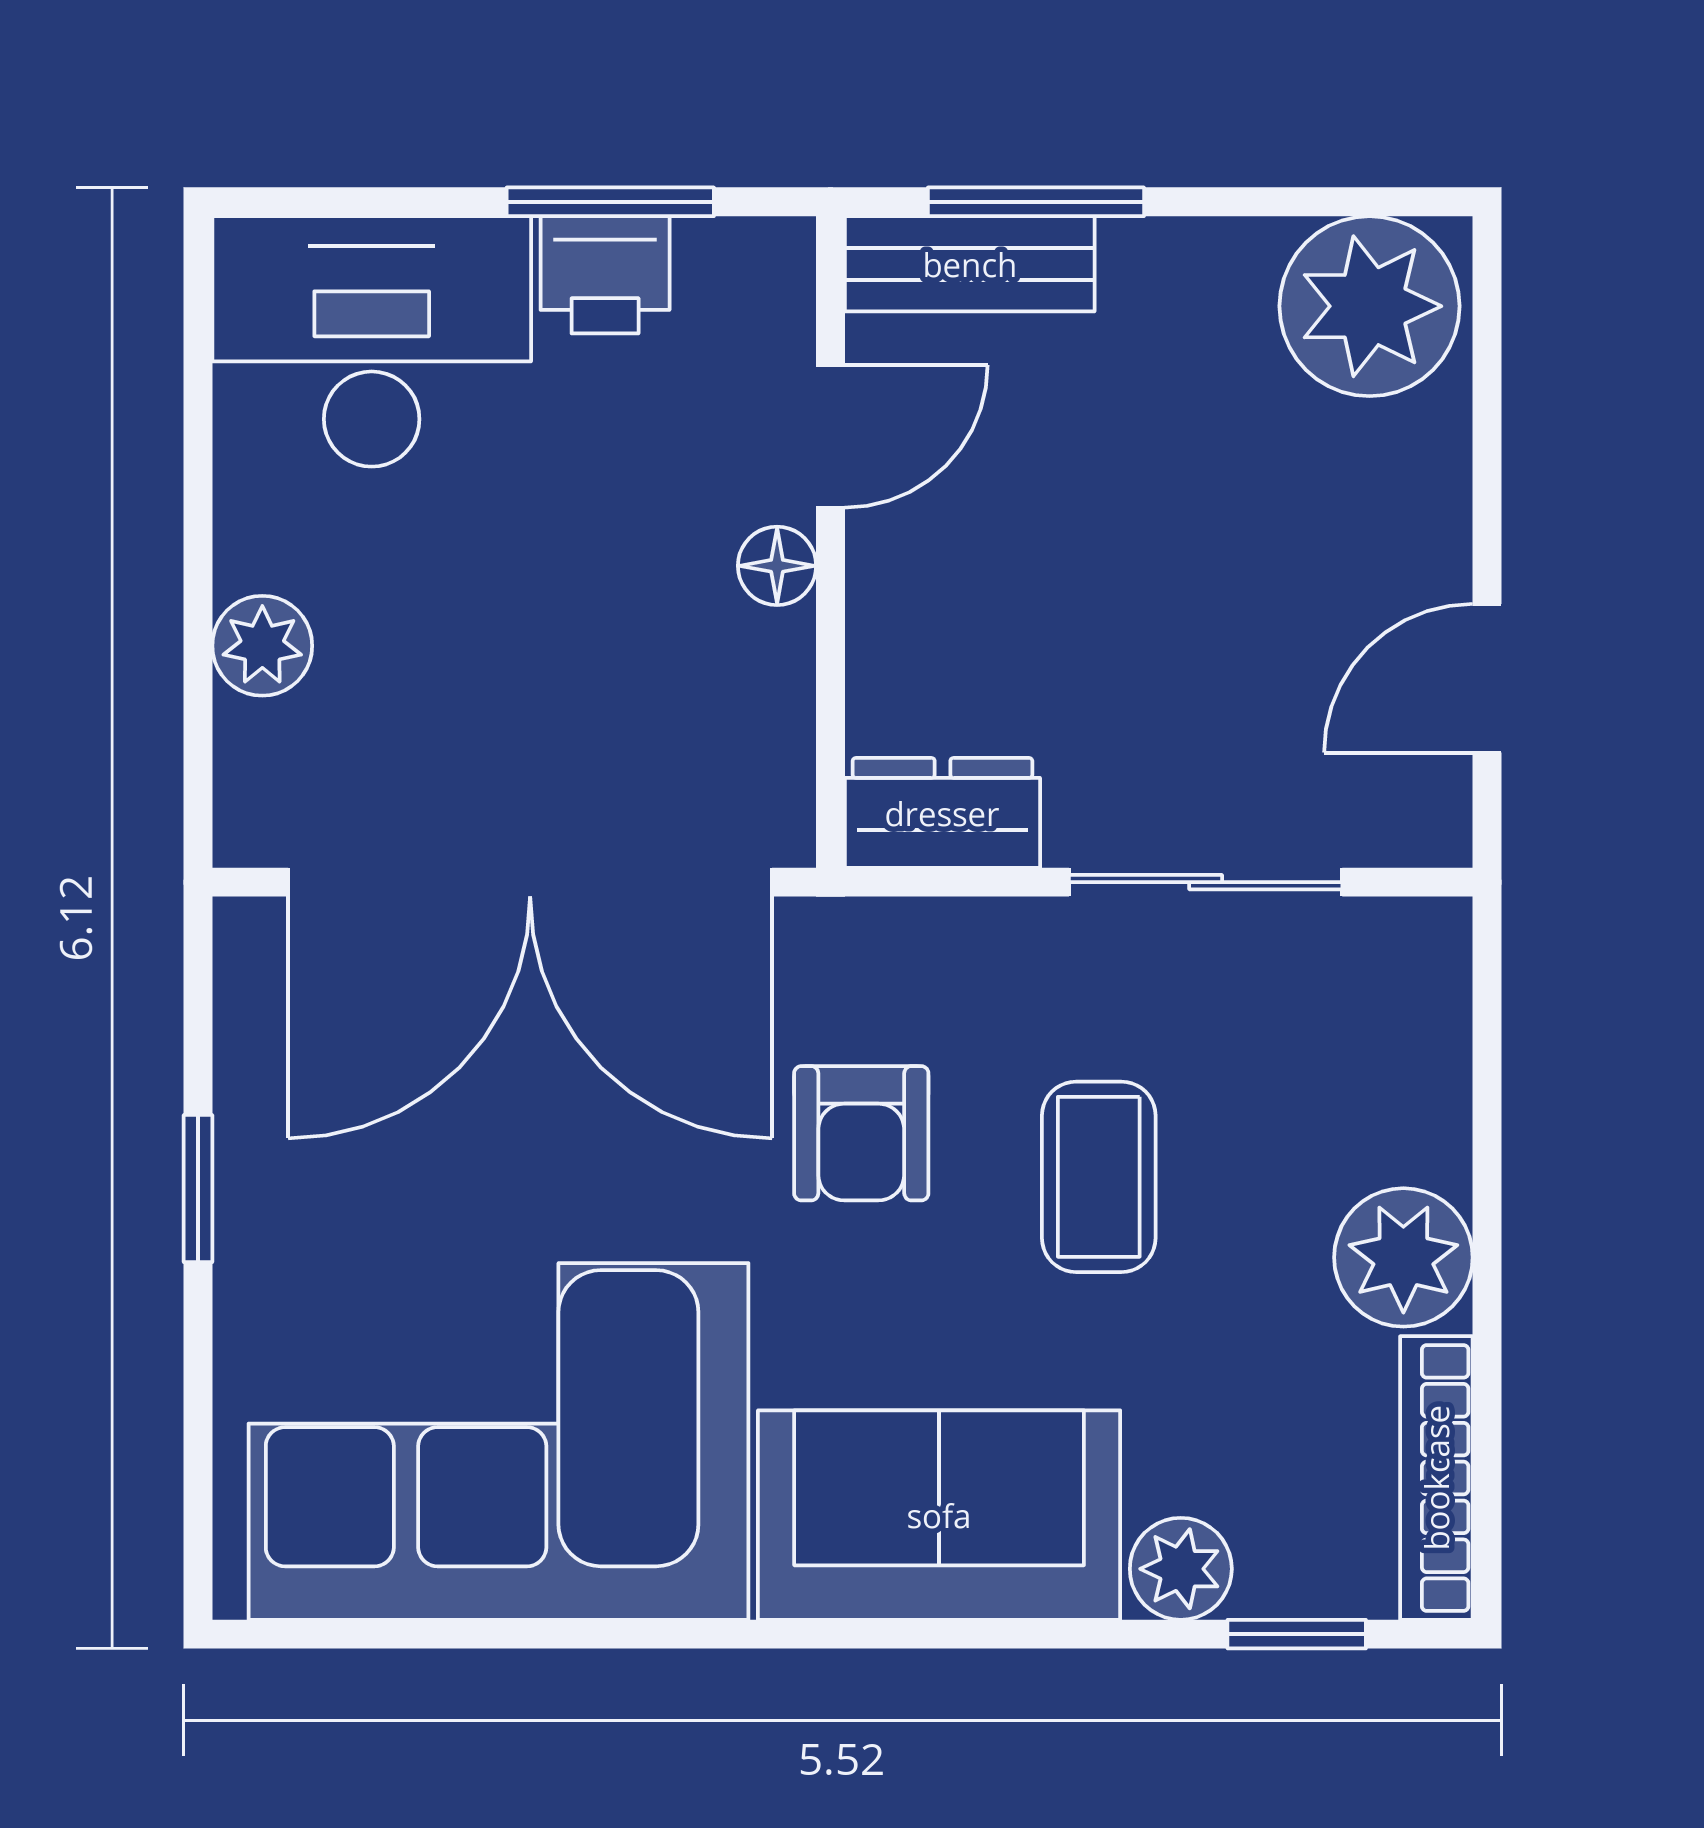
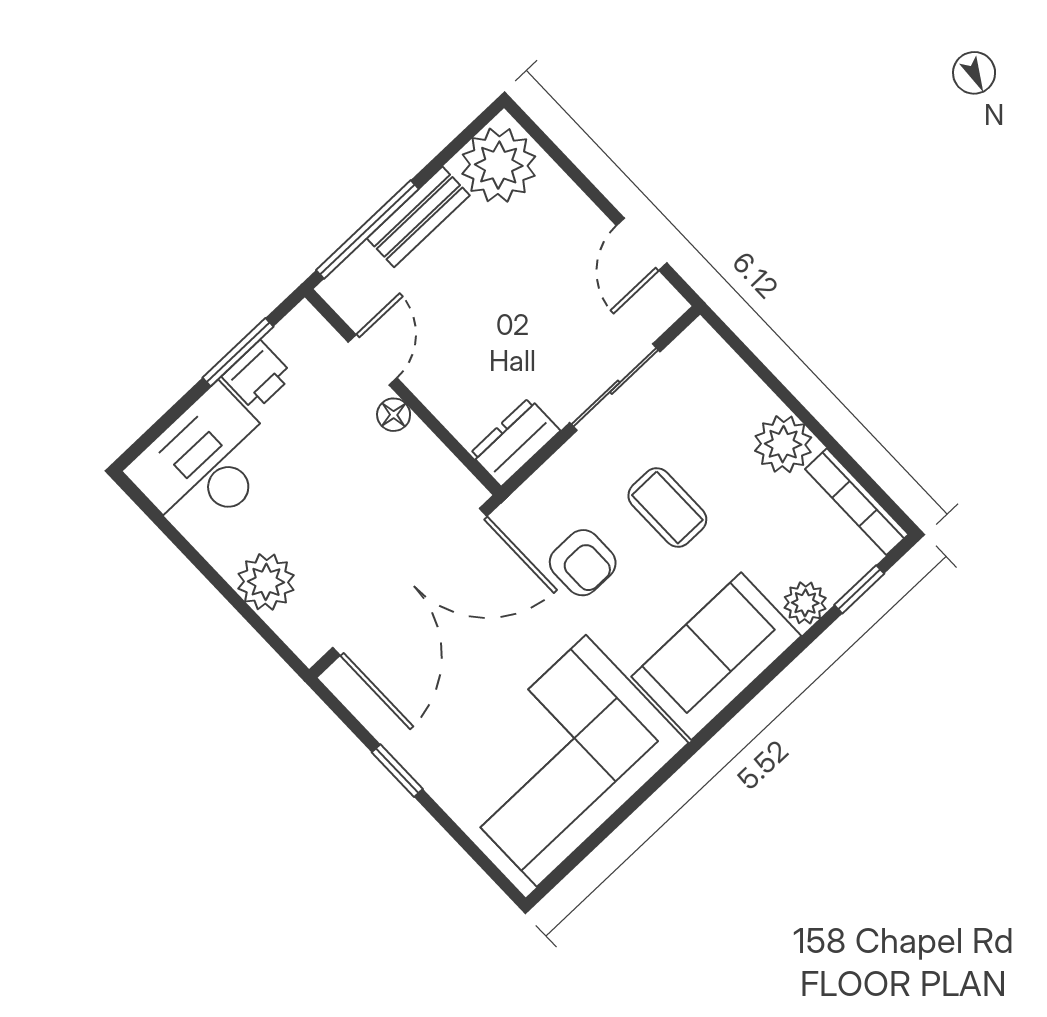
window: (1036, 202) -> (367, 230), width x1.44
bench: (970, 264) -> (418, 217), moved
plant: (262, 646) -> (266, 582), width x1.38, depth x1.38

